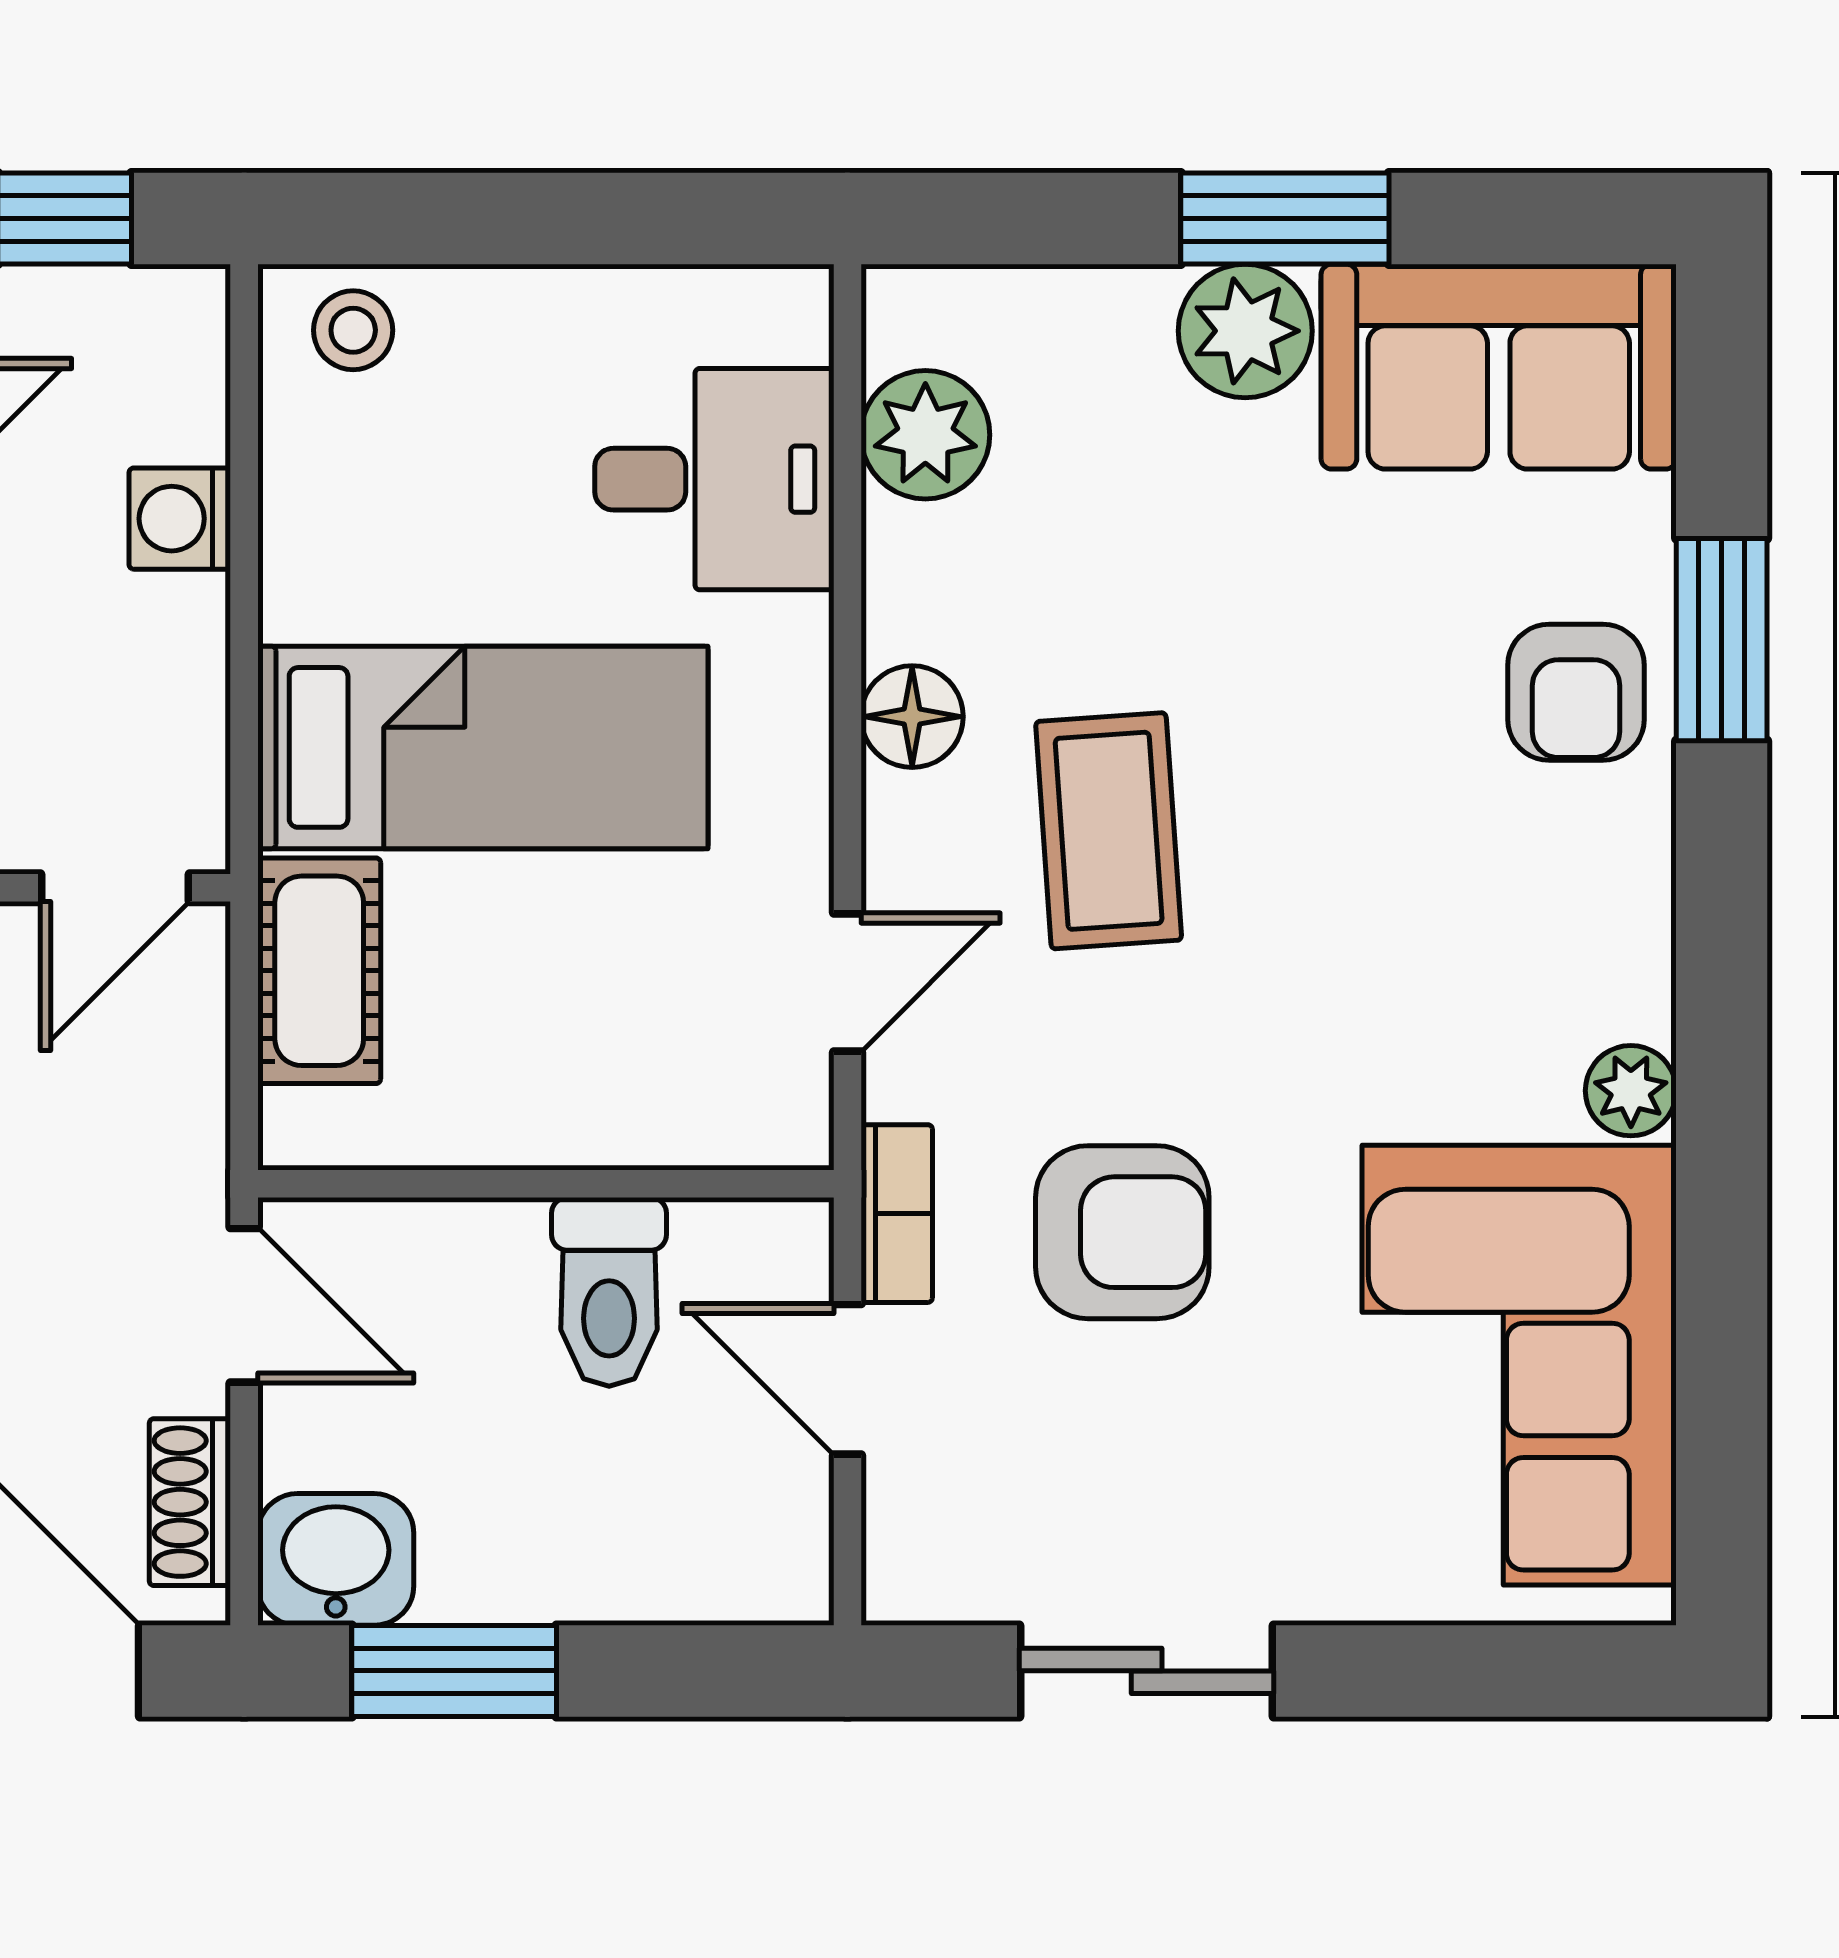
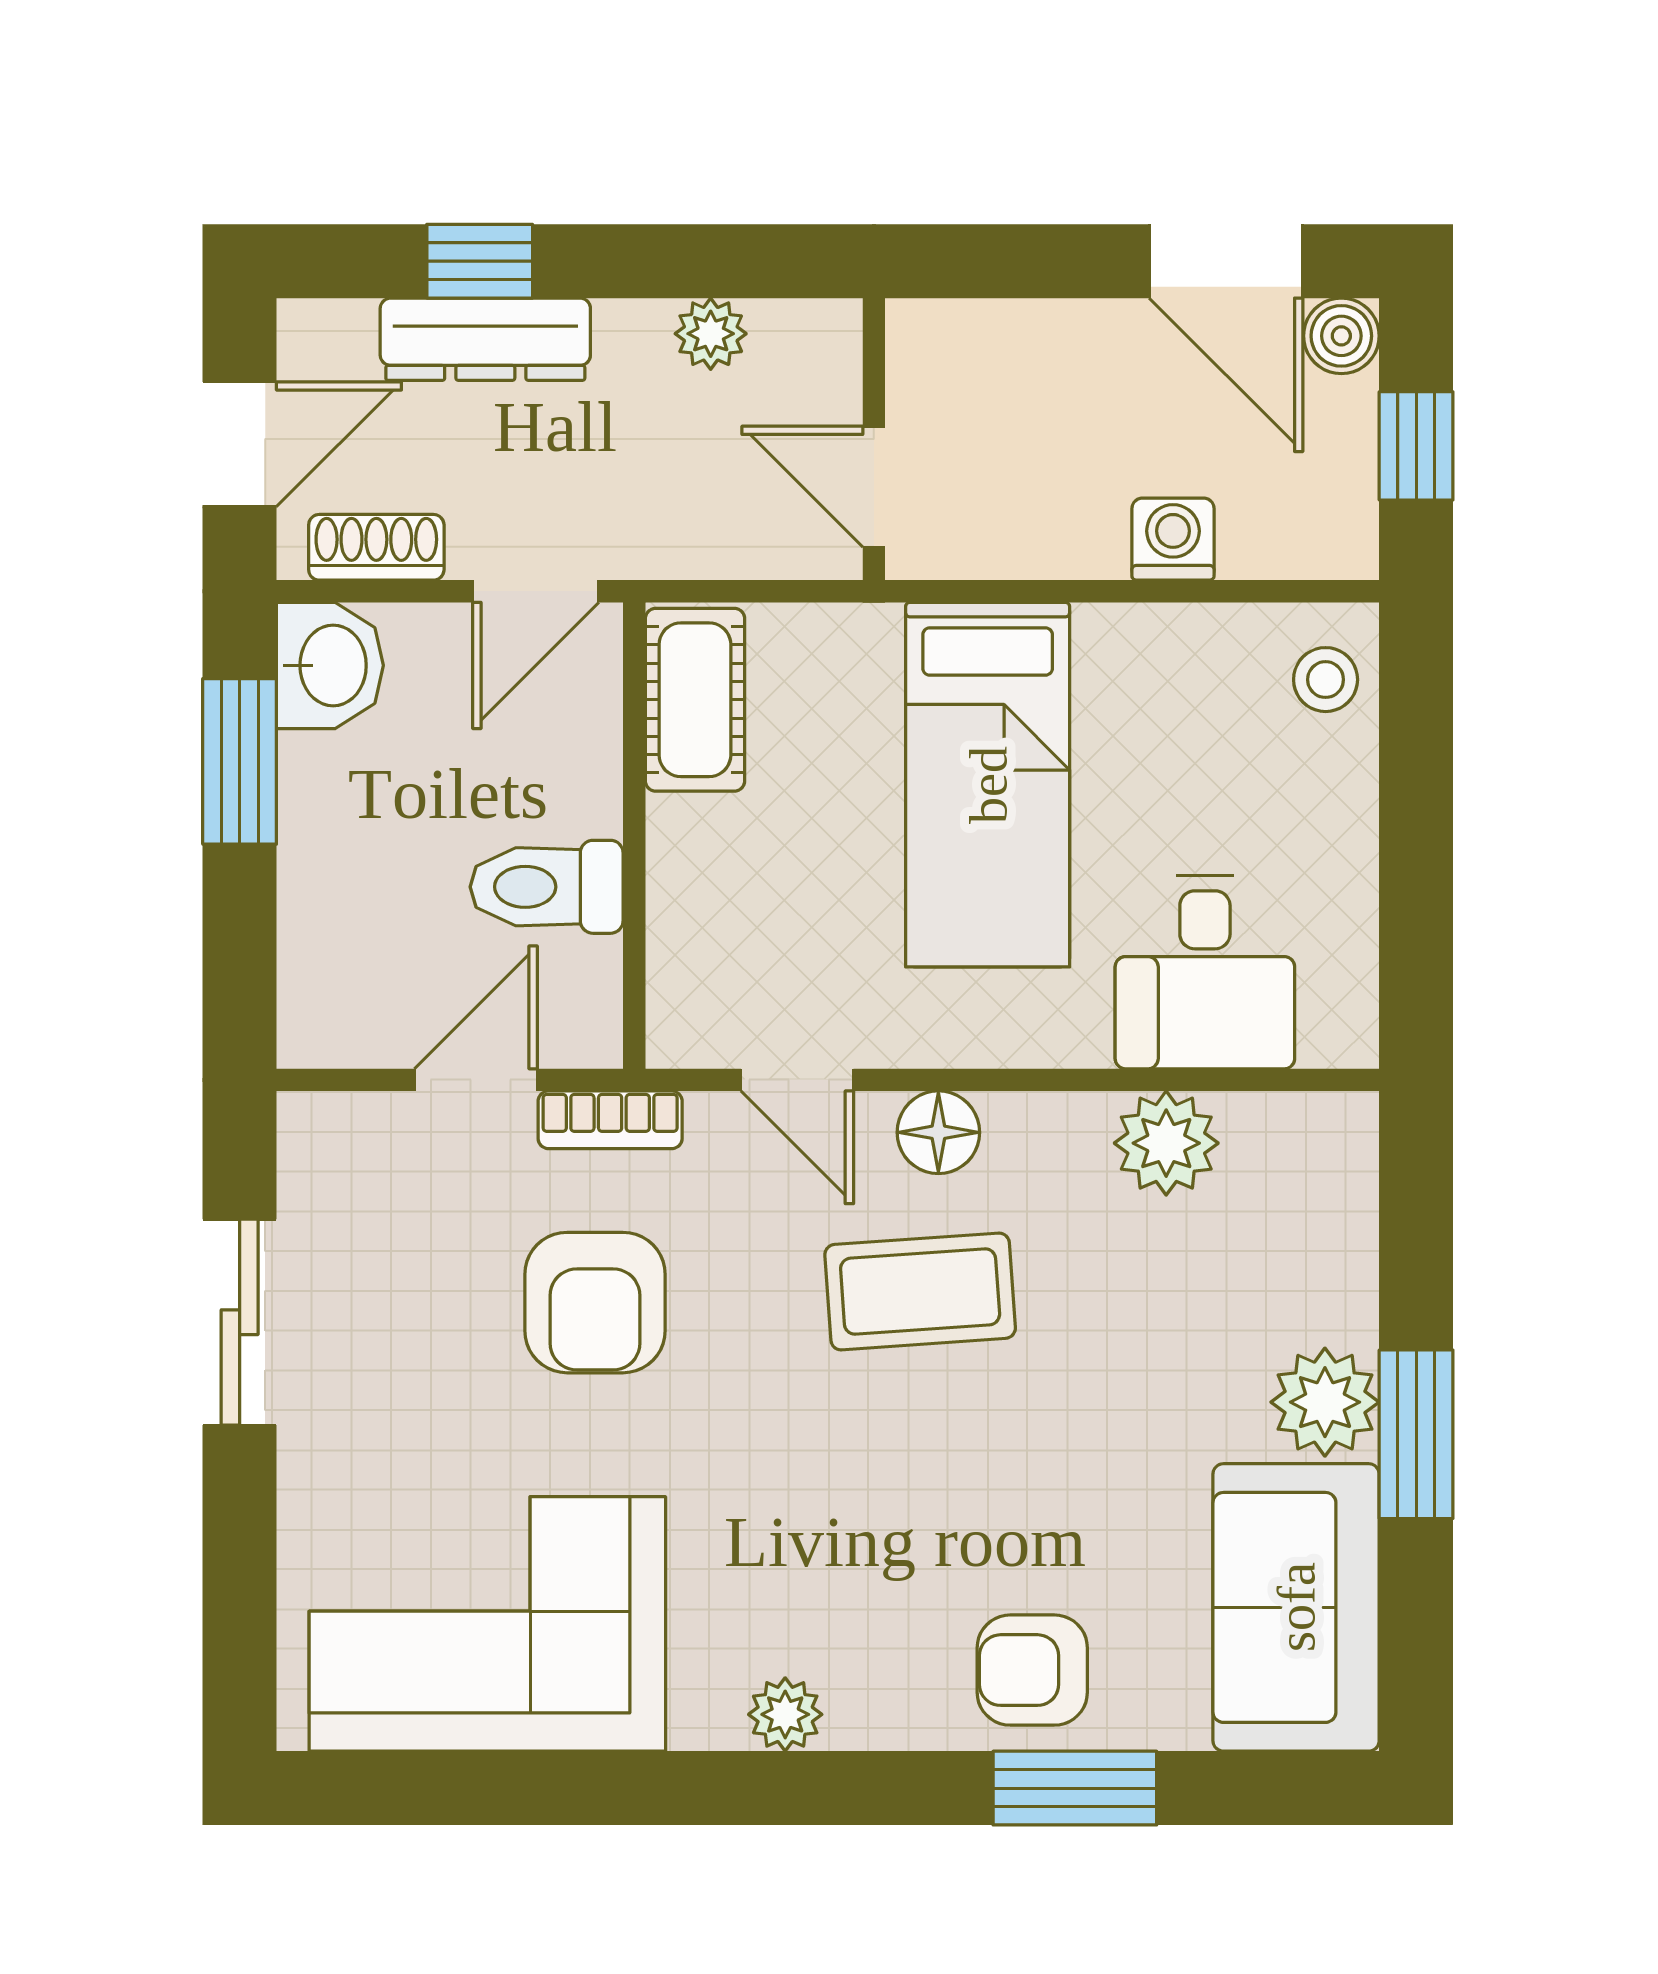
plant: (925, 435) -> (1166, 1143), moved
floor lamp: (912, 717) -> (938, 1132), moved
cot: (319, 971) -> (695, 700), moved, turned 90
plant: (1631, 1091) -> (785, 1714), moved

